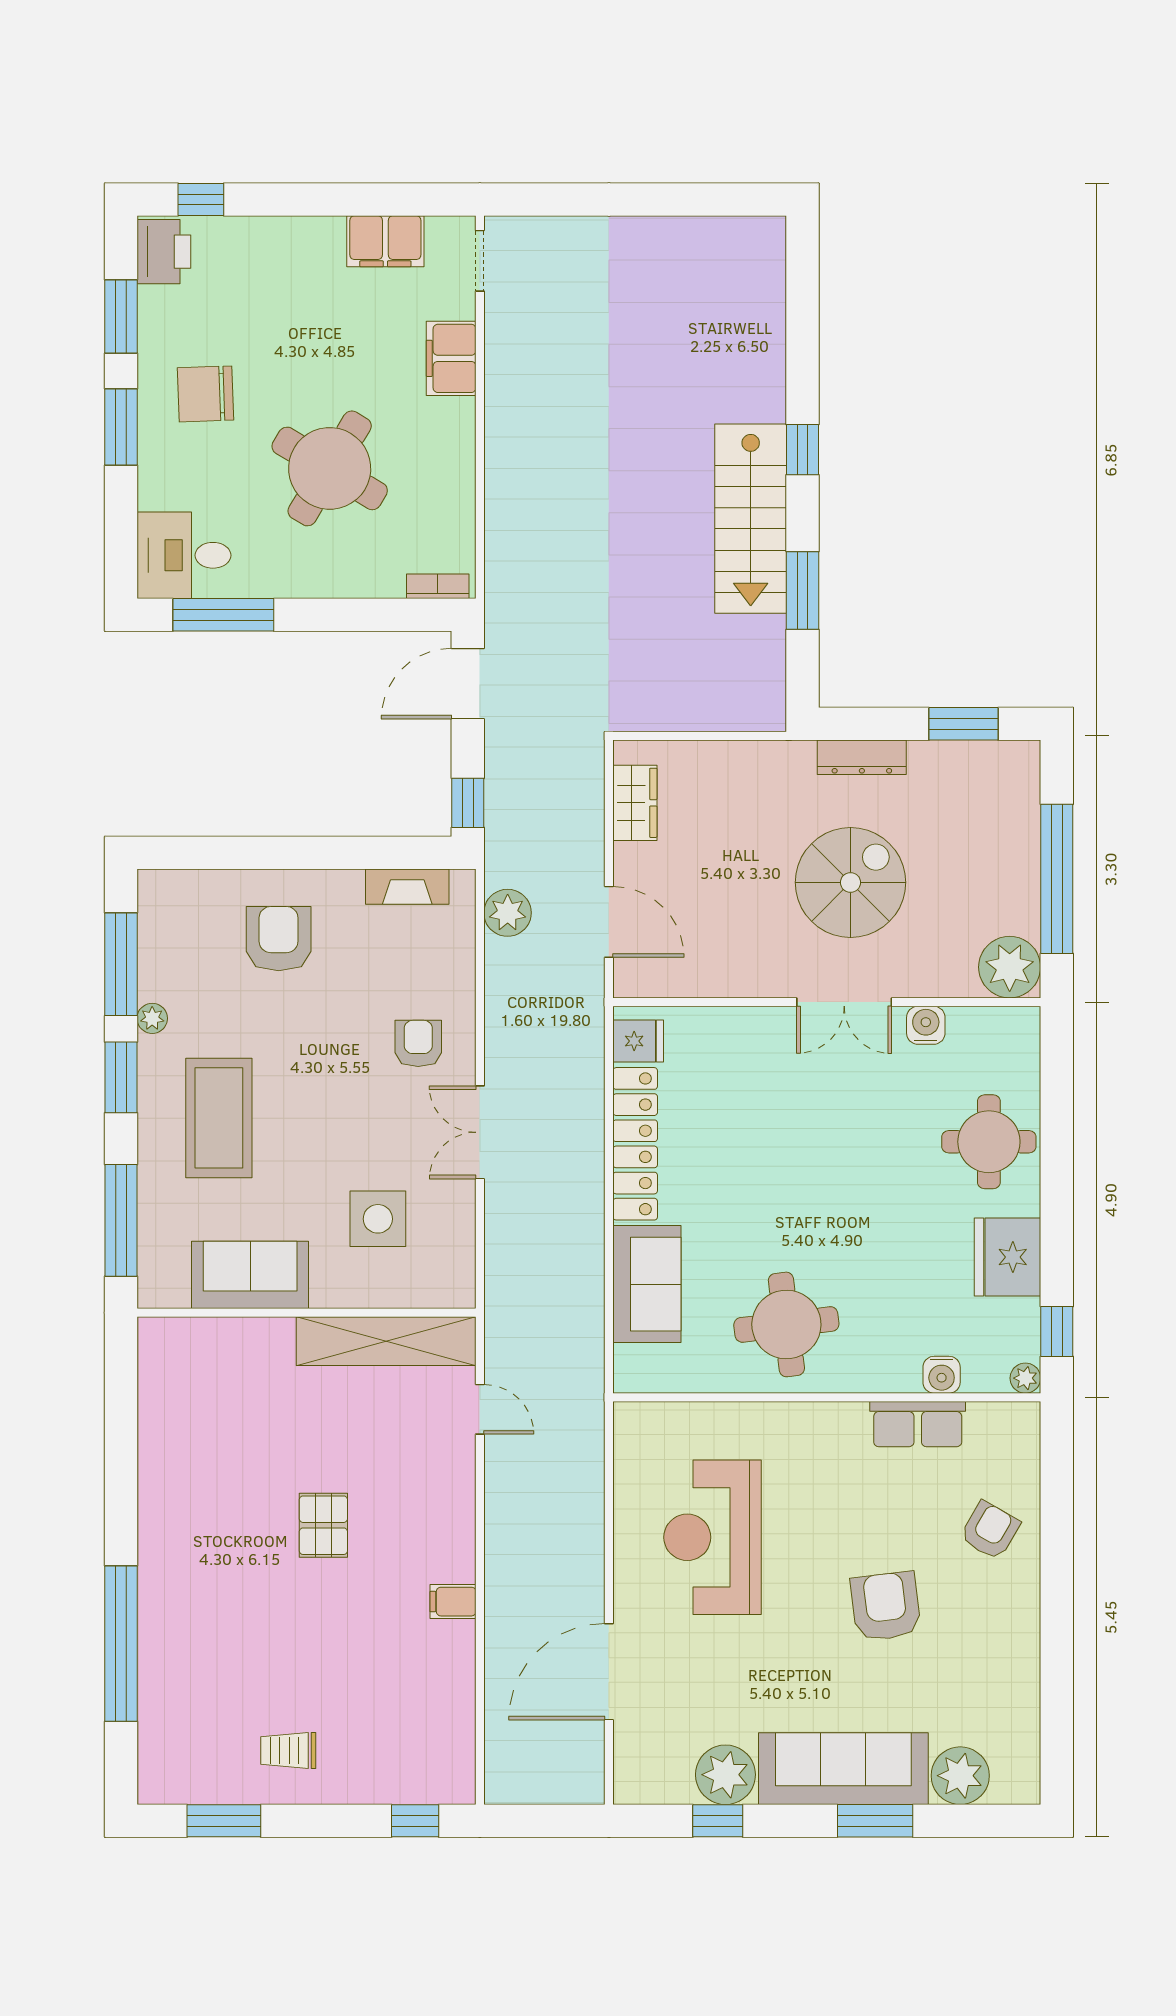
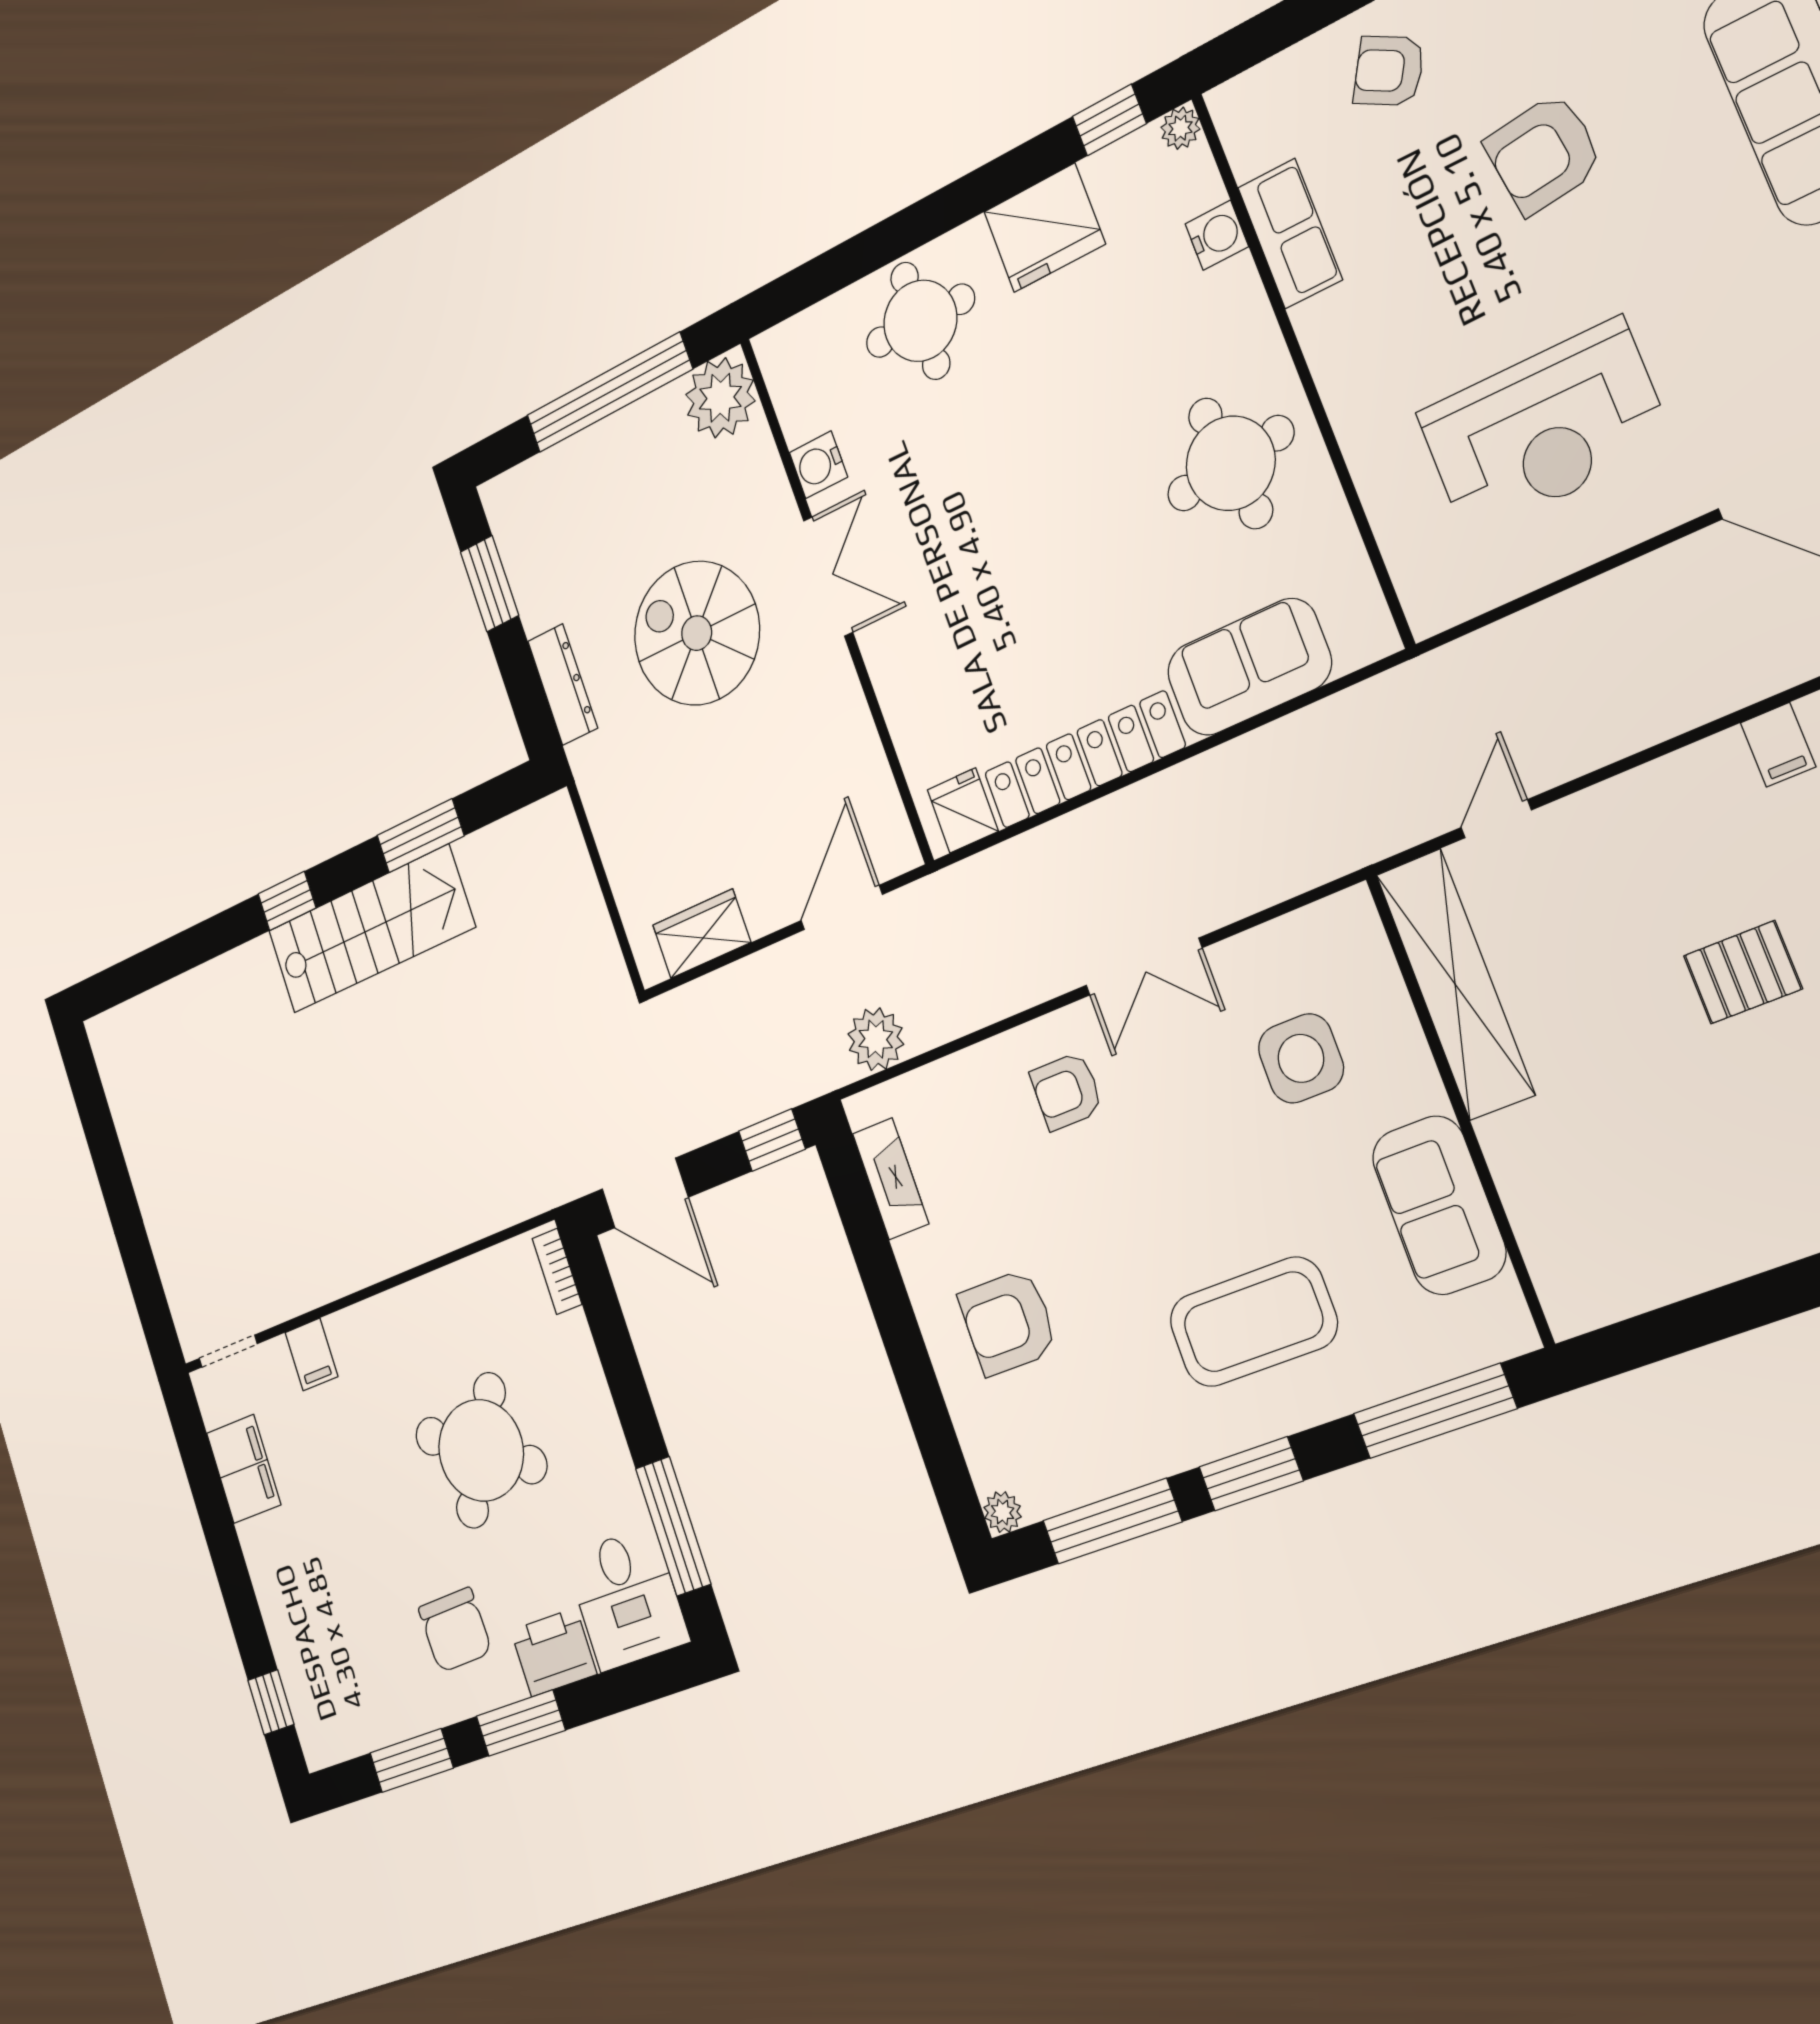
printer: (164, 252) -> (554, 1652), moved
filing cabinet: (451, 358) -> (311, 1354), width x0.50
plant: (152, 1018) -> (1003, 1512), moved

